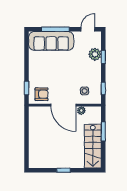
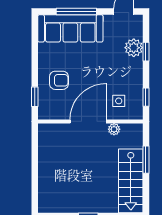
armchair: (41, 94) -> (59, 80), moved
door: (63, 105) -> (88, 121), swing flipped

